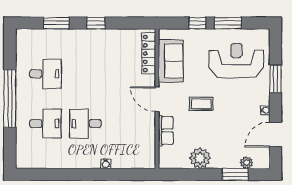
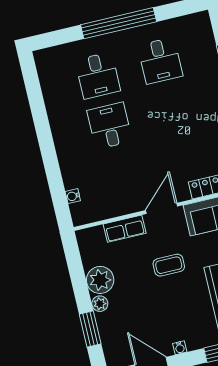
coffee table: (201, 104) -> (169, 265), turned 90
plant: (246, 163) -> (100, 304), moved
water cooler: (106, 164) -> (73, 196), moved

